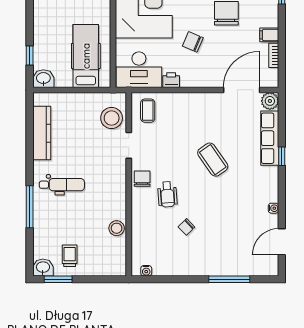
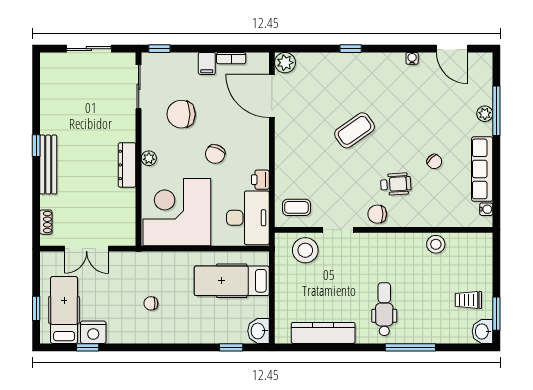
row of seats: (270, 138) -> (482, 169), moved, turned 90
plant: (227, 270) -> (485, 114), added

